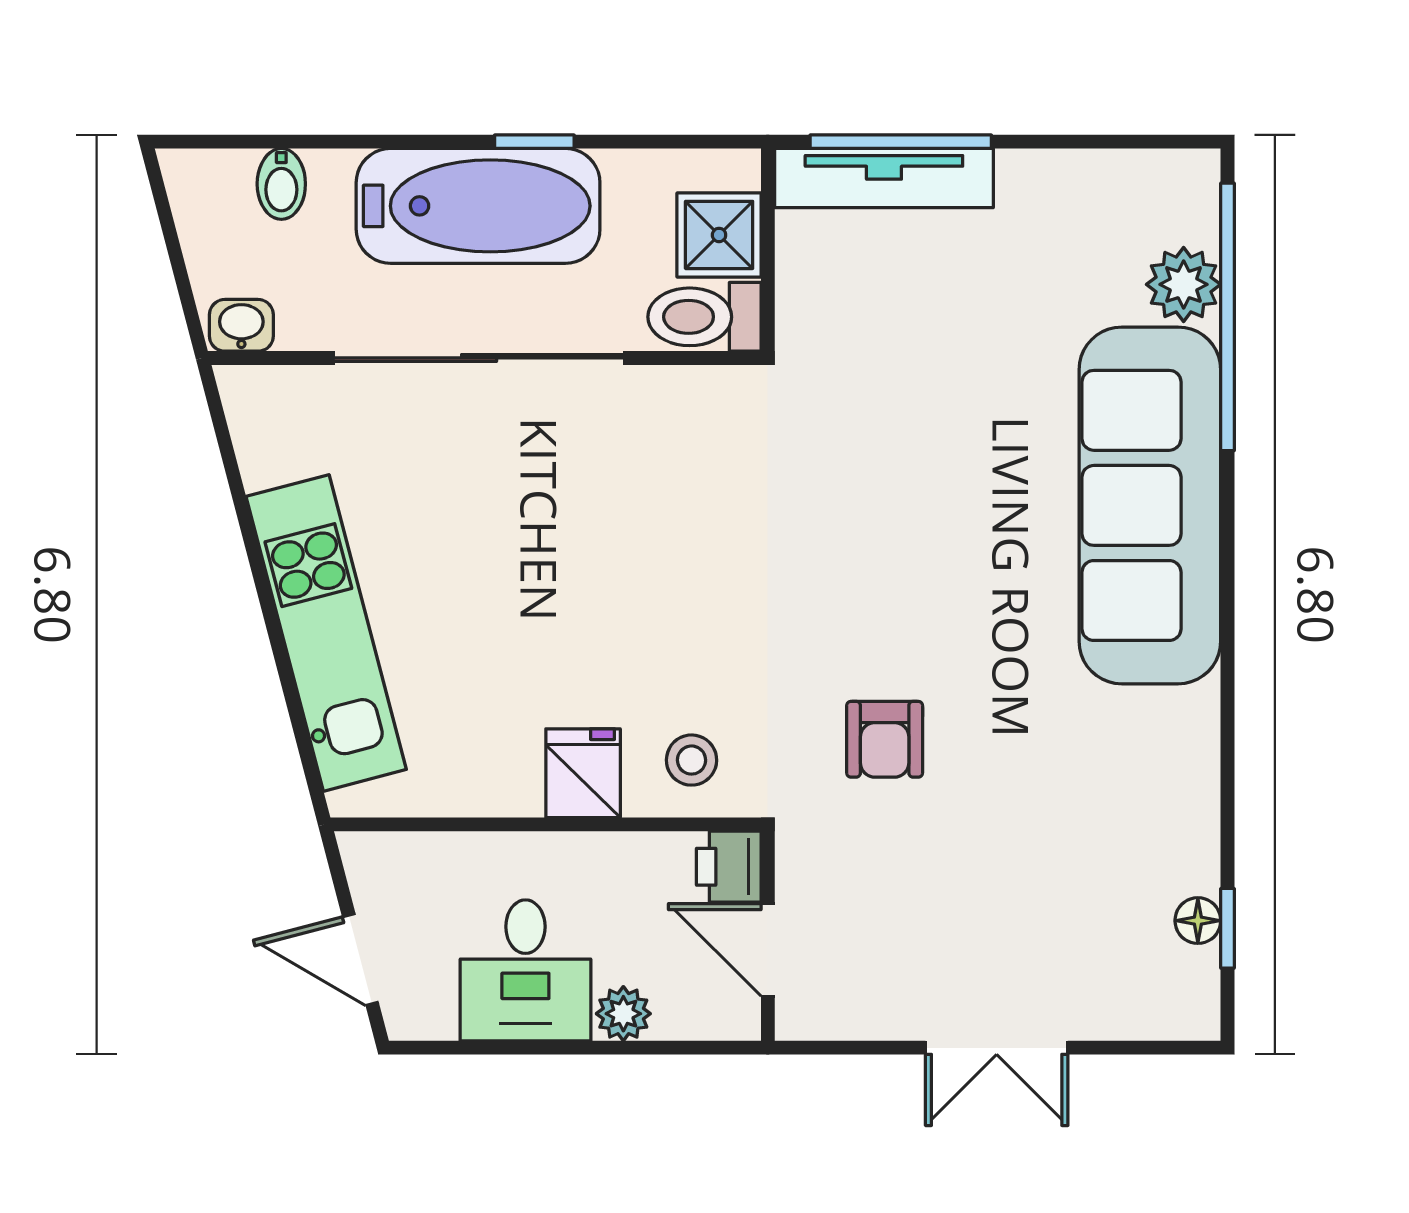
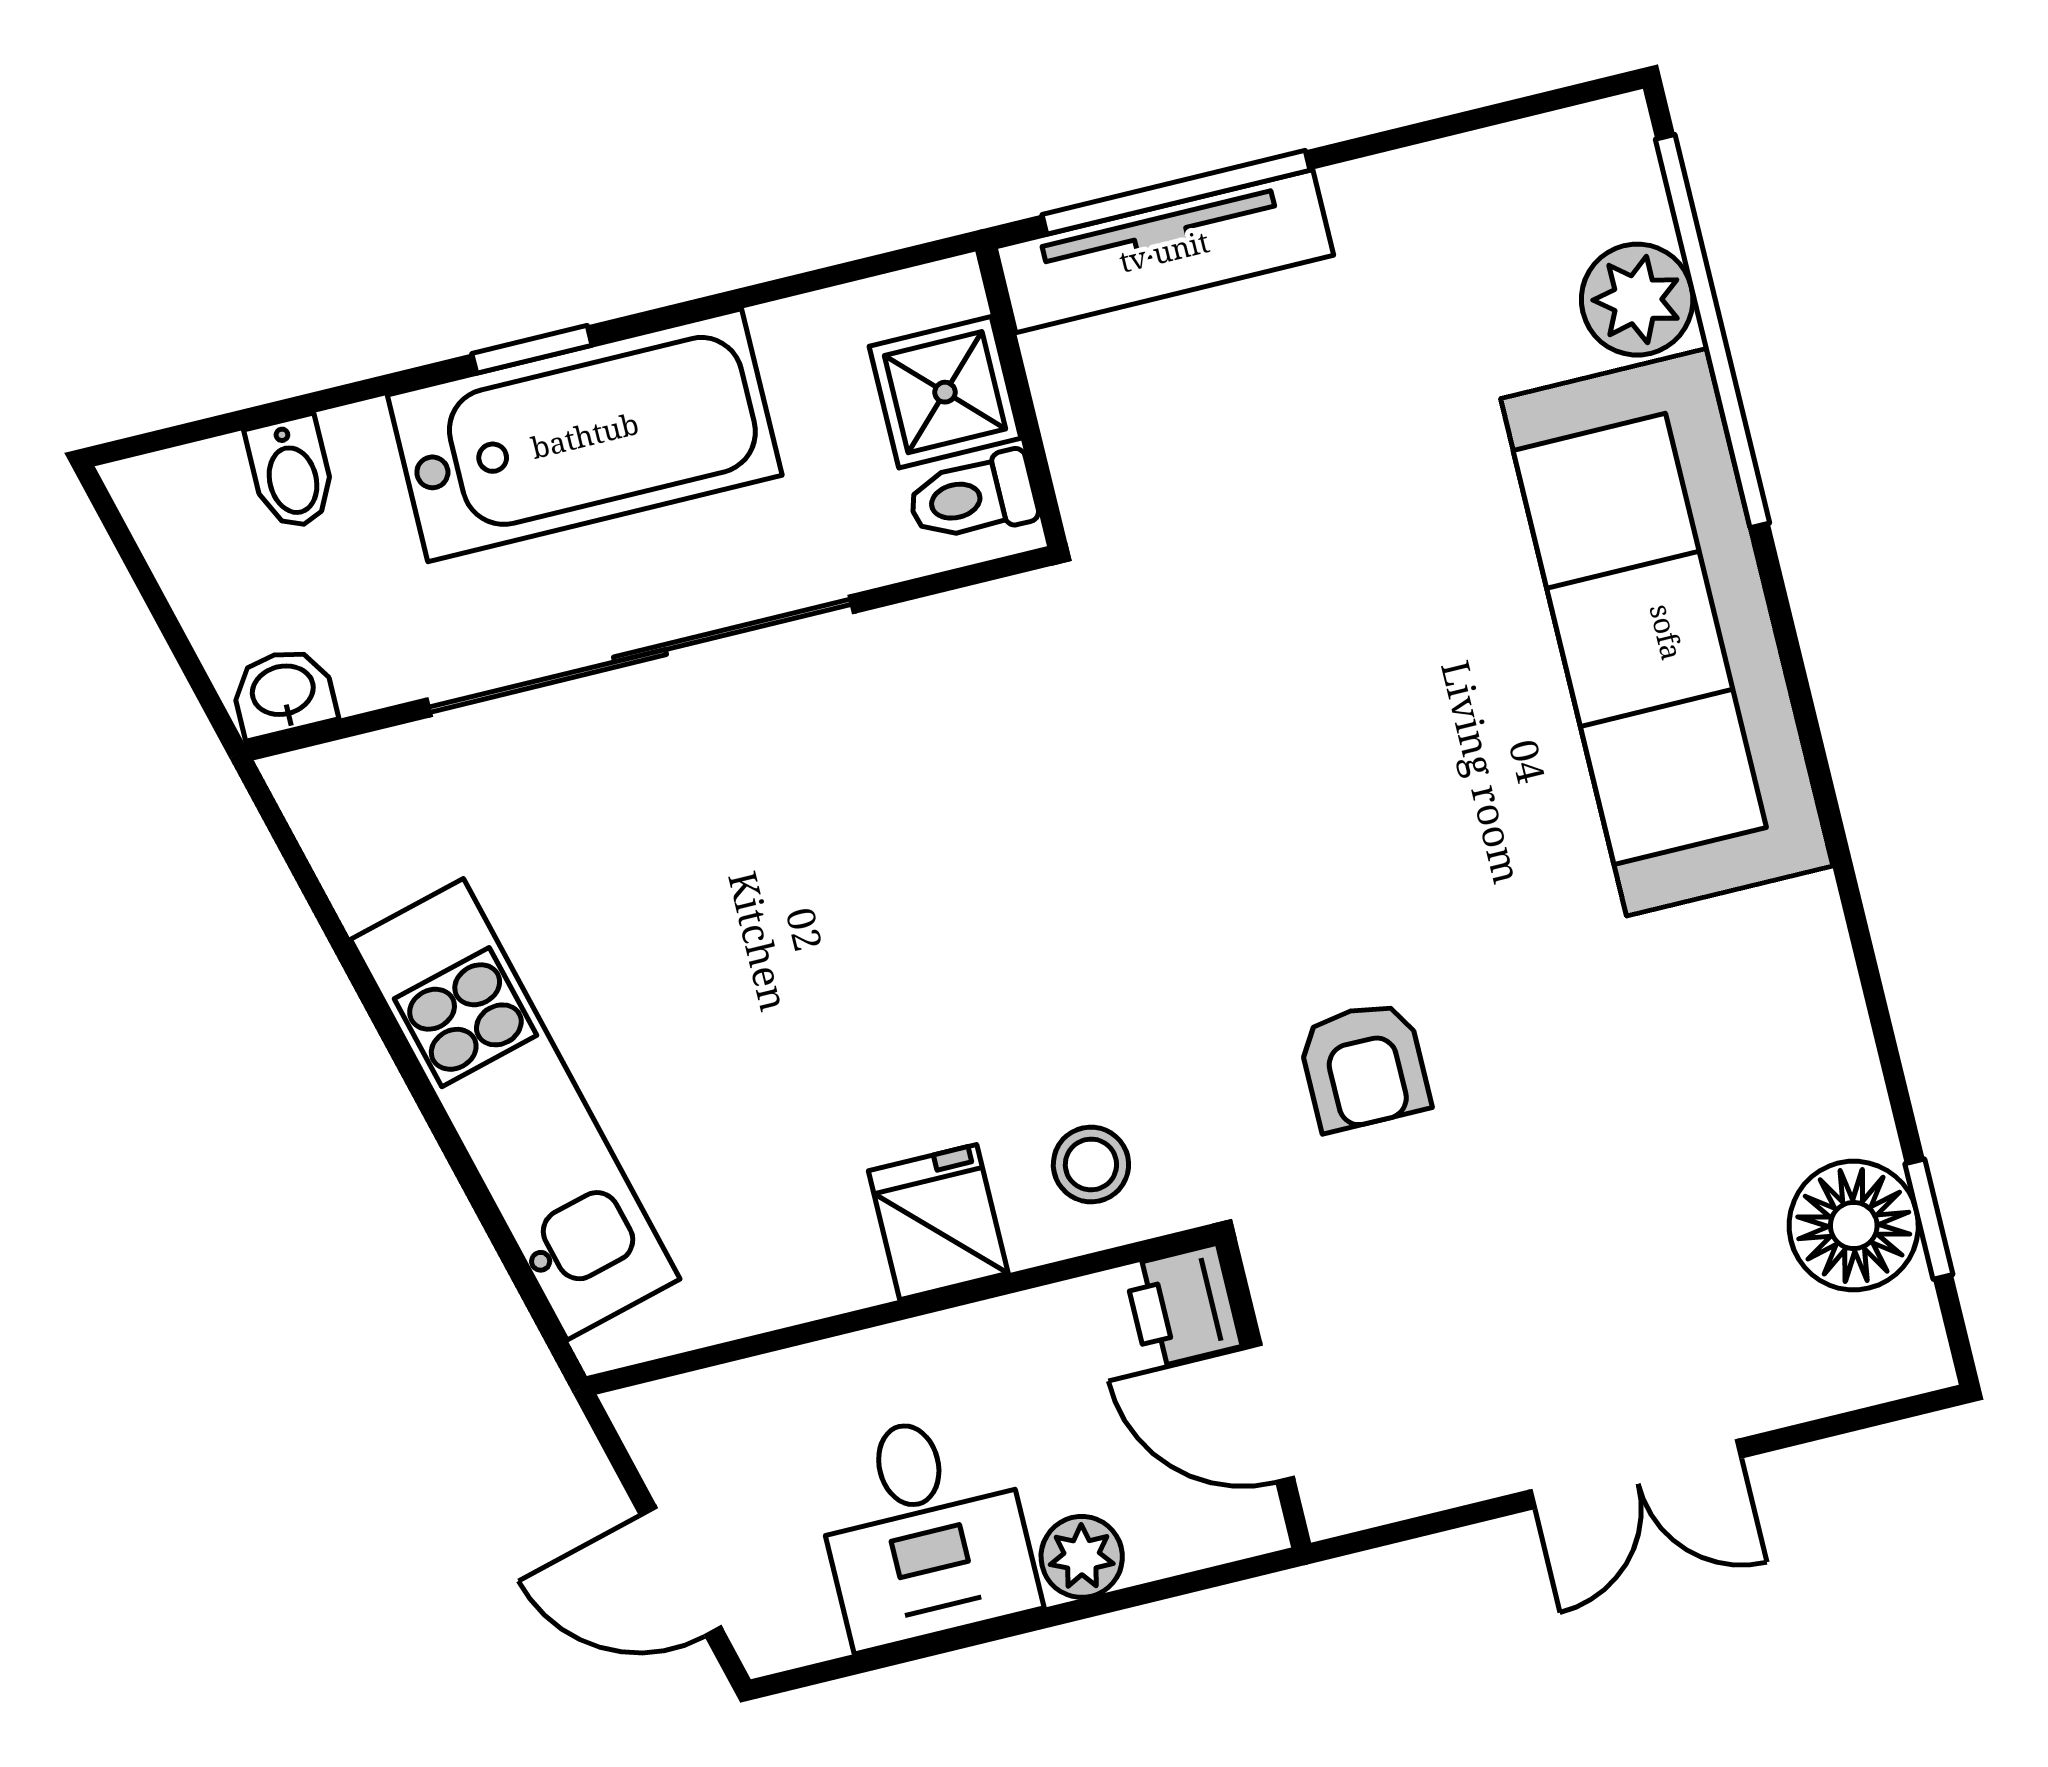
window: (534, 142) -> (532, 349), moved
toilet: (704, 317) -> (972, 497), width x0.73, depth x0.72
floor lamp: (1198, 921) -> (1854, 1226), width x1.89, depth x1.89

